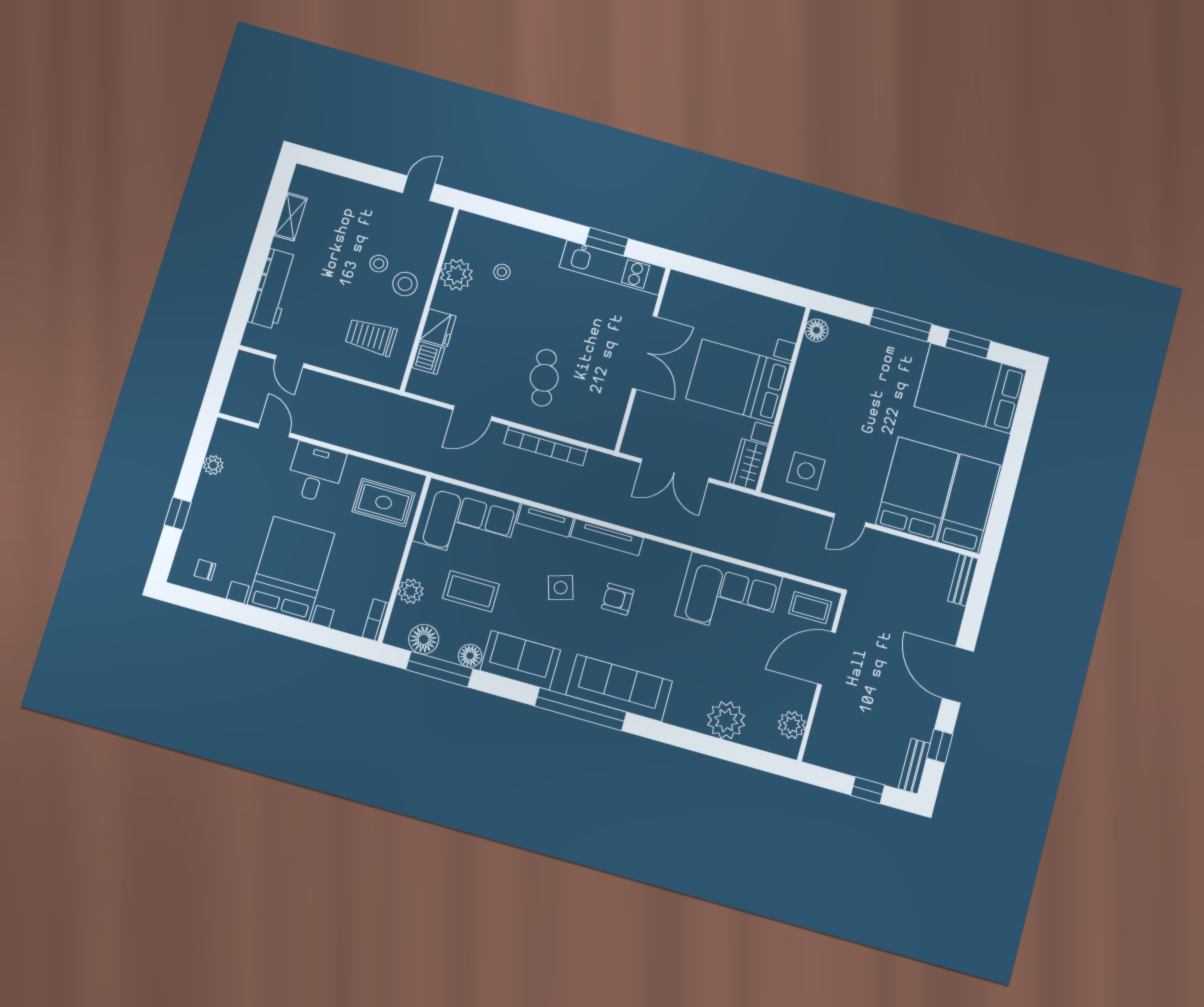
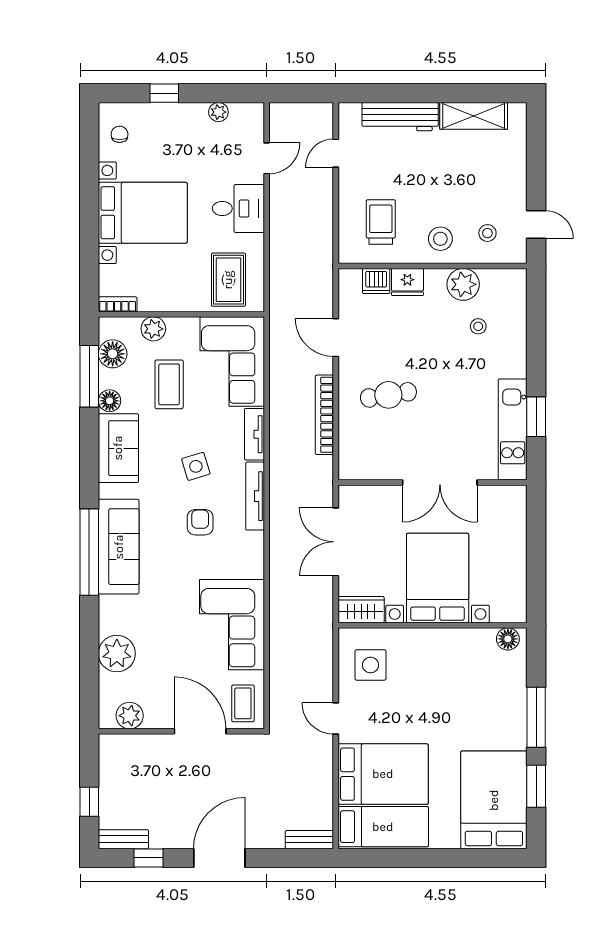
shelving: (291, 217) -> (474, 116), width x1.50, depth x1.33
stool: (379, 264) -> (487, 233), moved
window: (581, 709) -> (89, 552), moved

